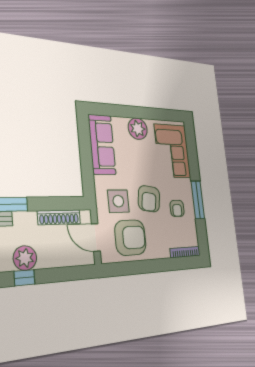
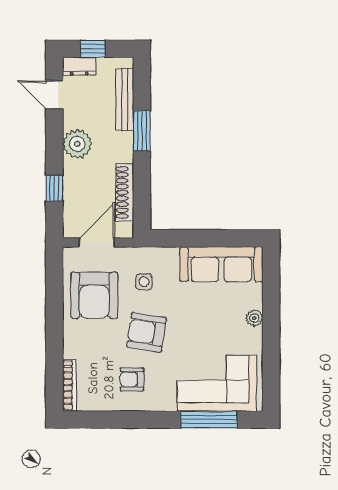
plant: (138, 129) -> (254, 318), width x0.53, depth x0.53
window: (198, 200) -> (209, 420), moved
side table: (118, 201) -> (144, 282), width x0.54, depth x0.54
window: (24, 278) -> (54, 188), moved

